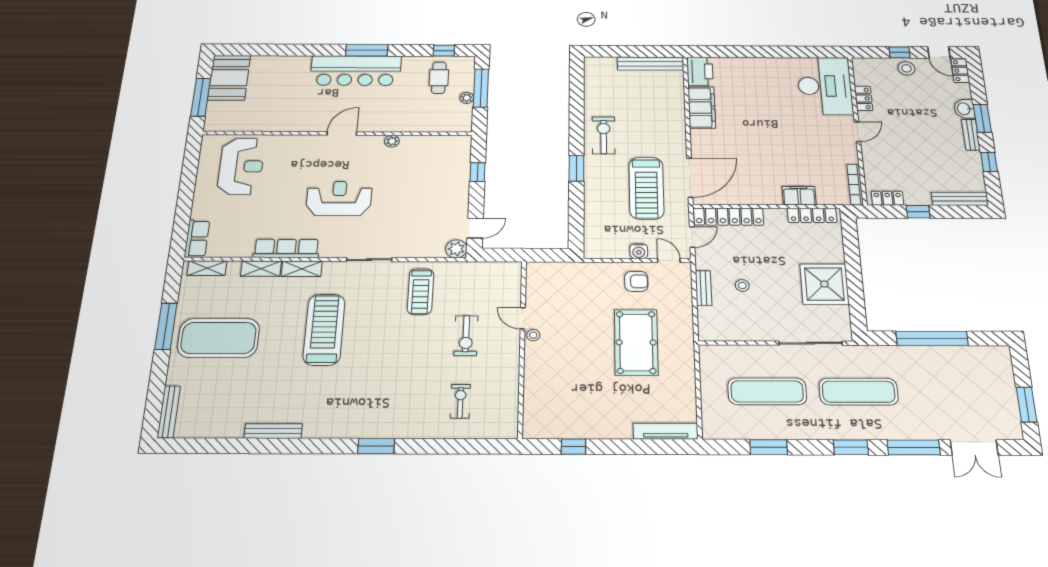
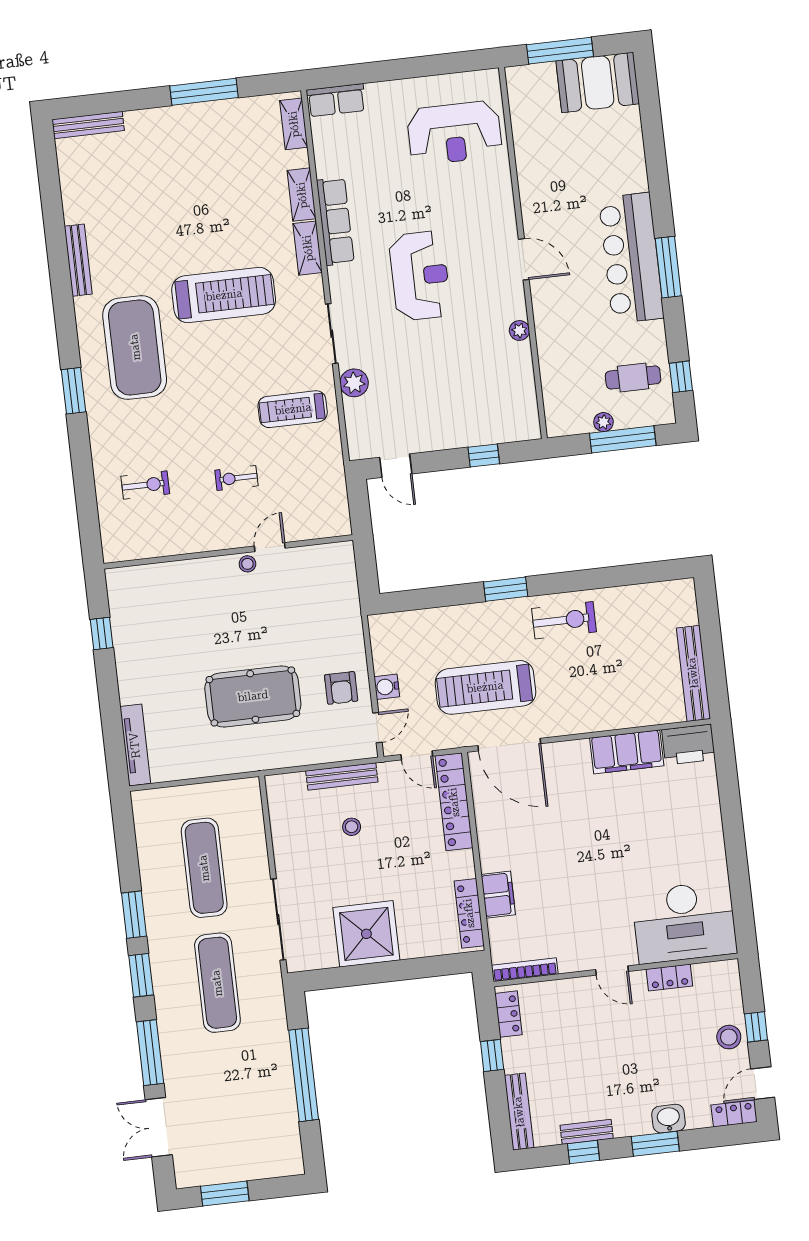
bench: (971, 135) -> (587, 1132), moved
plant: (456, 249) -> (354, 383), moved
bench: (703, 288) -> (342, 776), width x1.36
exercise bike: (466, 336) -> (236, 478), width x0.73, depth x0.72
exercise mat: (219, 338) -> (135, 347), moved
window: (769, 447) -> (134, 915), moved

